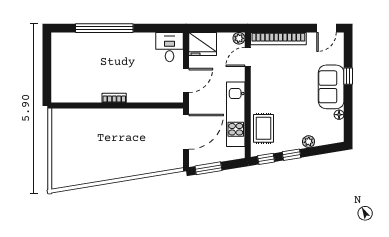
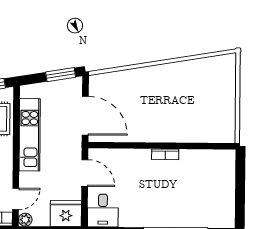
door: (186, 81) -> (85, 173), swing flipped
door: (186, 132) -> (85, 116), swing flipped

